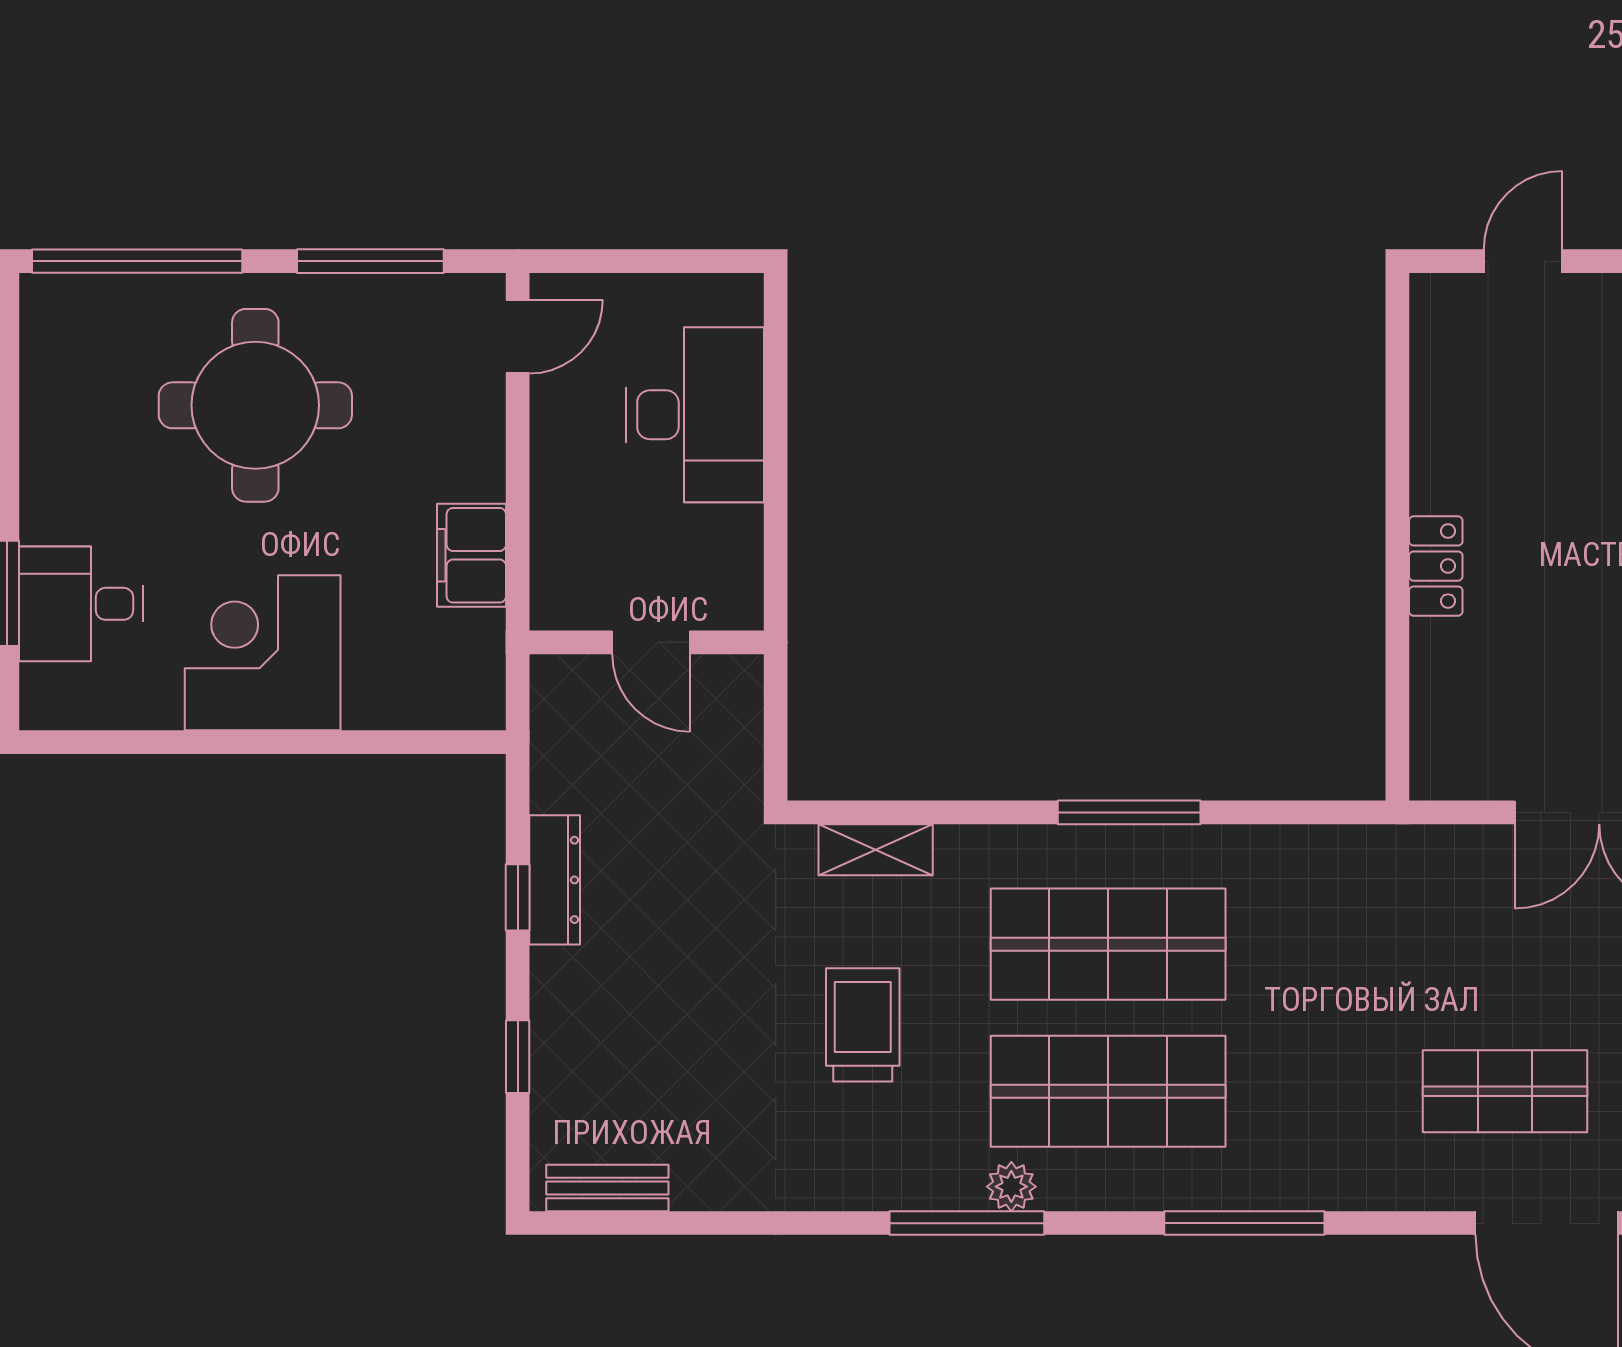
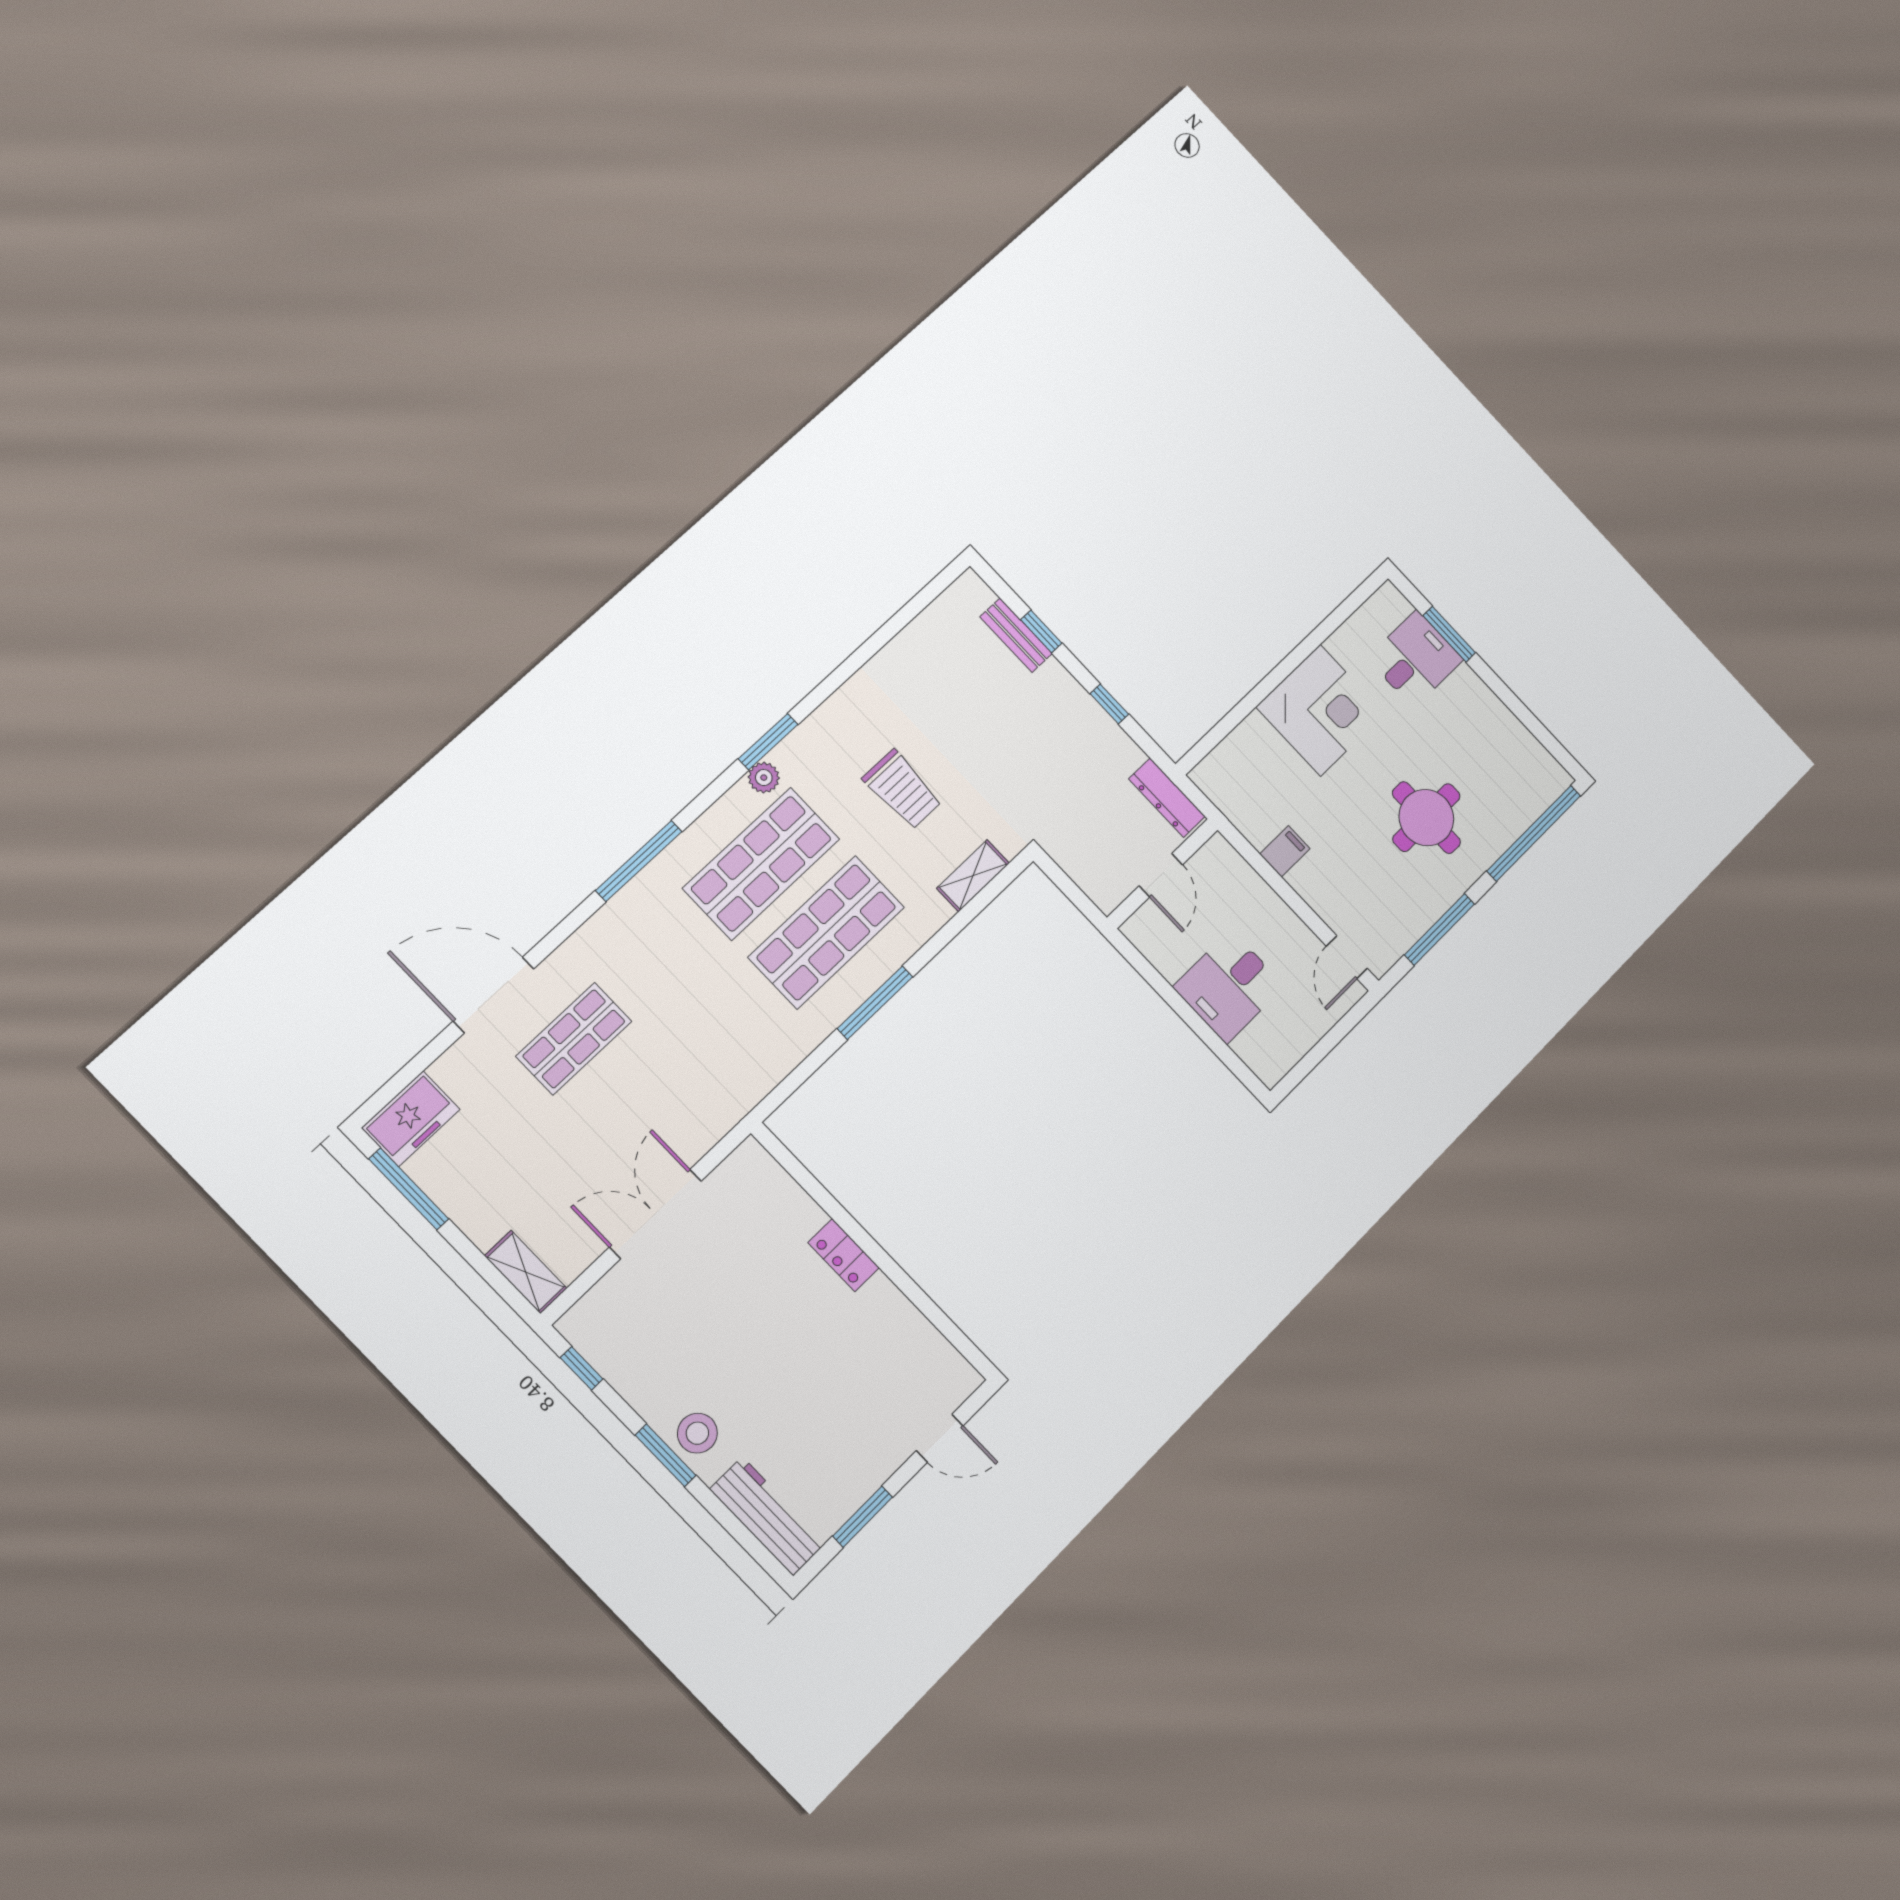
door: (1523, 261) -> (940, 1438), hinge flipped
round table: (255, 405) -> (1426, 818), width x0.73, depth x0.73
desk: (695, 415) -> (1229, 987), width x0.73
filing cabinet: (471, 555) -> (1285, 851), width x0.50
door: (651, 642) -> (1161, 875), swing flipped
dresser: (555, 880) -> (1167, 798), moved
bench: (607, 1188) -> (1016, 635), moved, turned 90
window: (967, 1223) -> (768, 742), width x0.69

